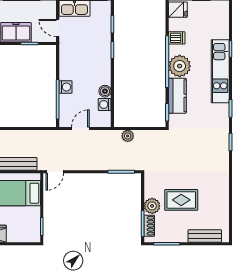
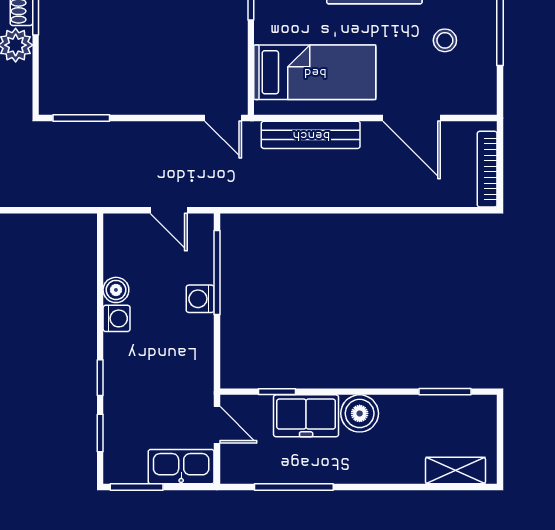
washing machine: (105, 105) -> (117, 318), moved
door: (80, 129) -> (169, 210), hinge flipped
plant: (128, 136) -> (68, 194), removed
door: (55, 172) -> (223, 118), swing flipped

